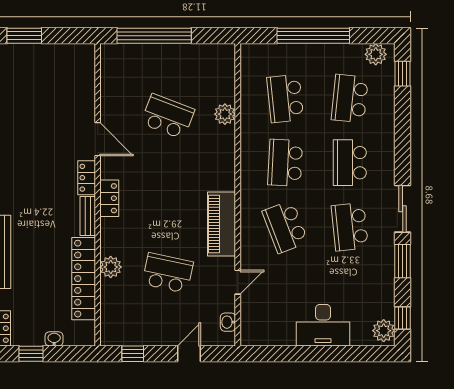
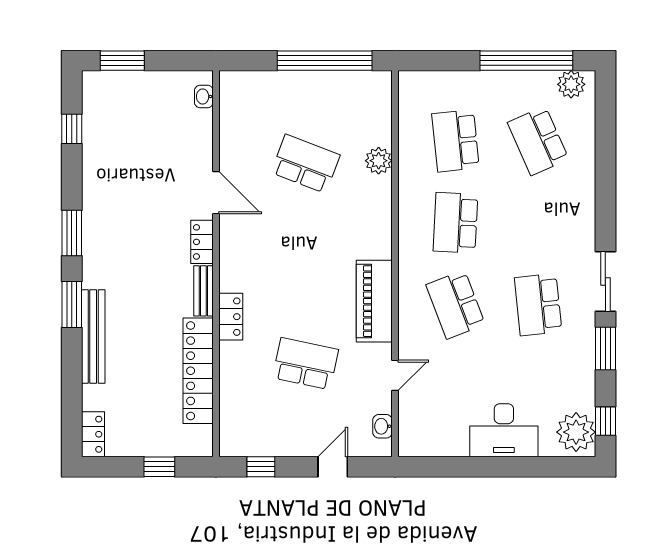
window: (154, 36) -> (325, 61), moved
window: (313, 36) -> (526, 61), moved
window: (403, 74) -> (605, 109), removed
school desk: (350, 99) -> (538, 141), turned -30
school desk: (350, 163) -> (538, 223), removed
locker: (109, 198) -> (231, 317), moved
plant: (111, 267) -> (233, 356), removed
plant: (384, 331) -> (576, 432), width x1.36, depth x1.36
washbasin: (54, 339) -> (204, 97), moved, turned -90
window: (31, 354) -> (159, 467), moved

